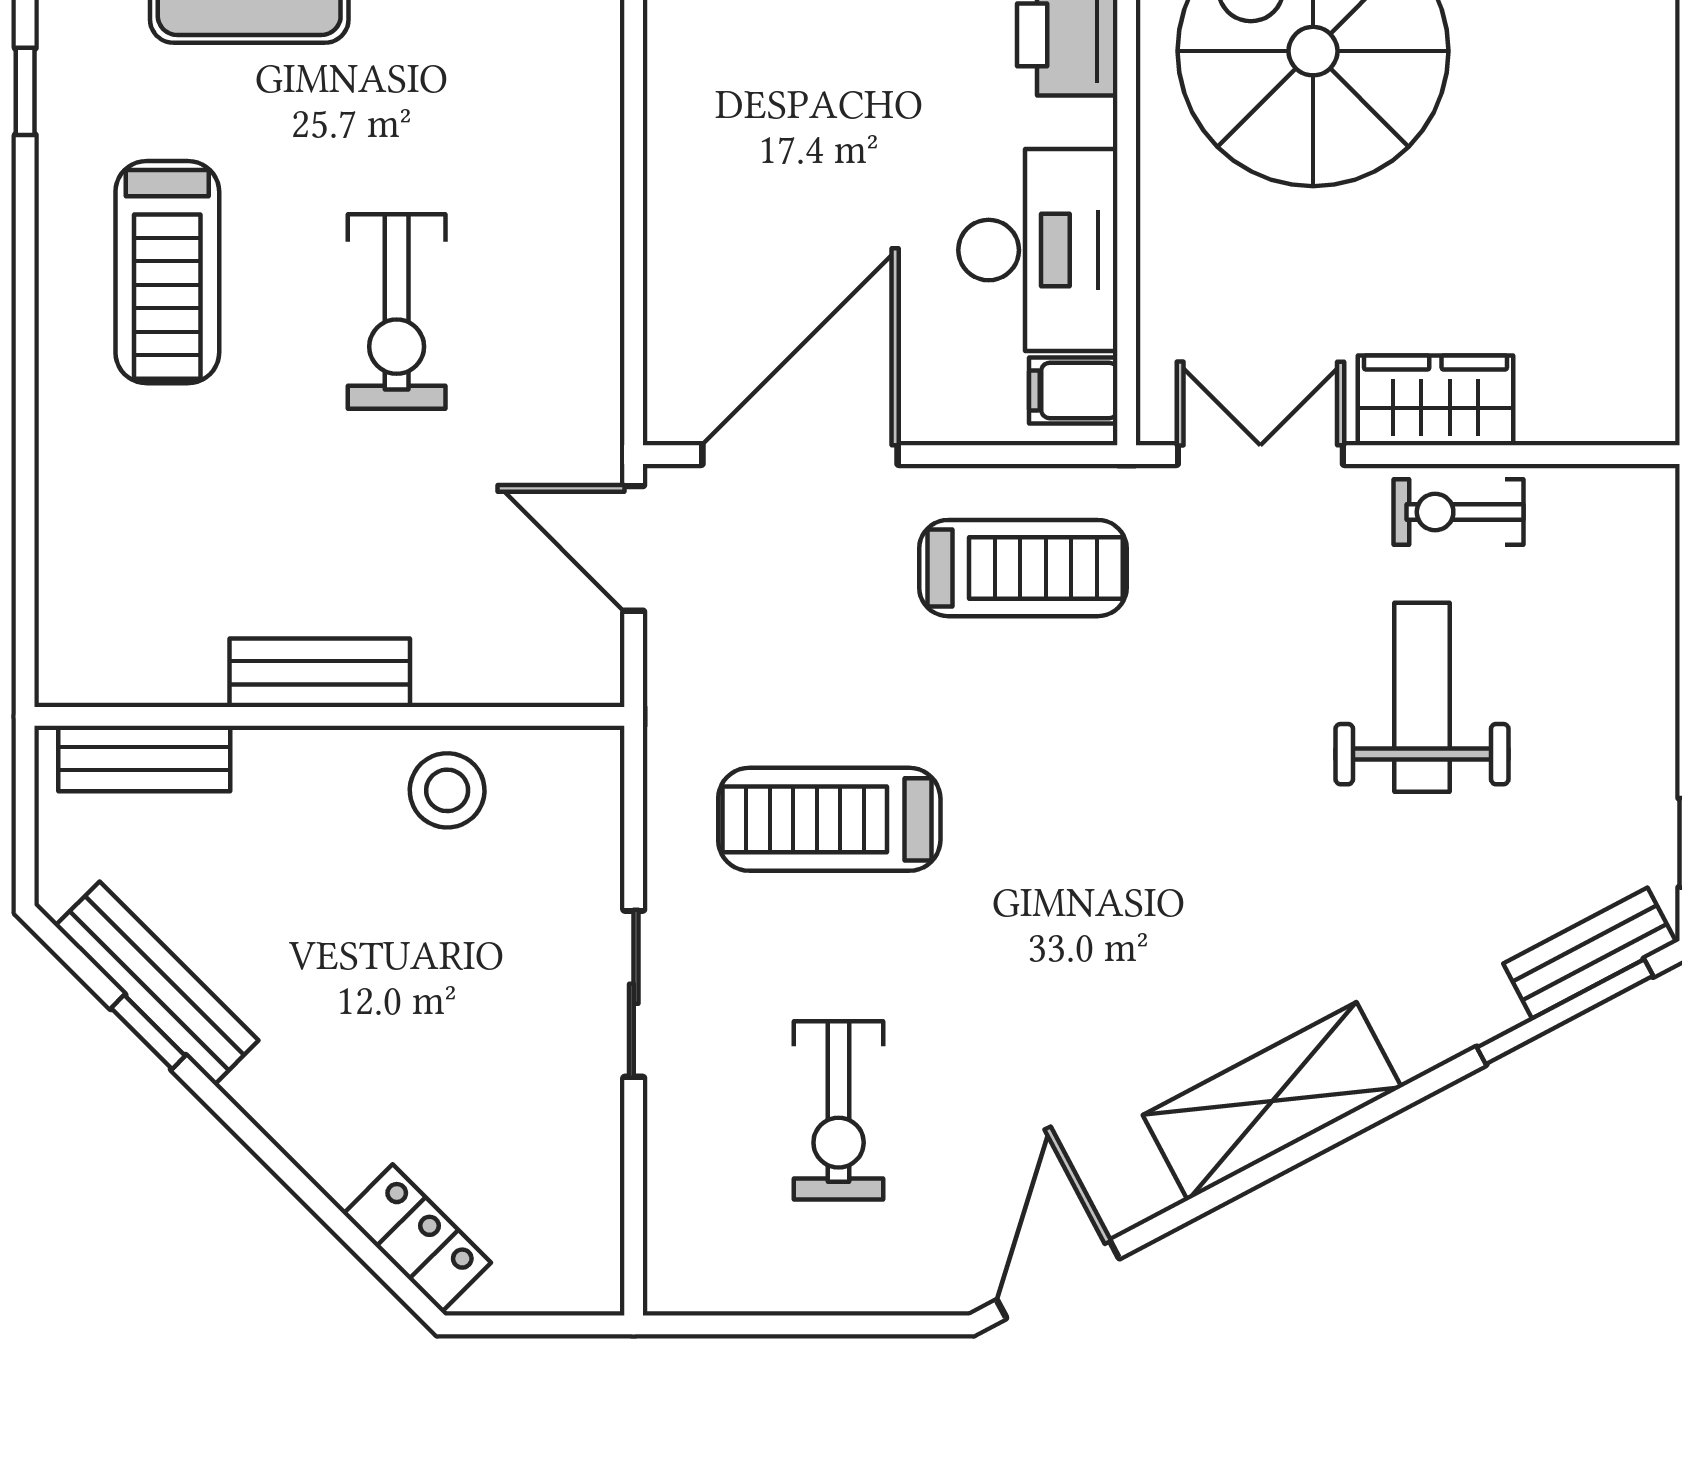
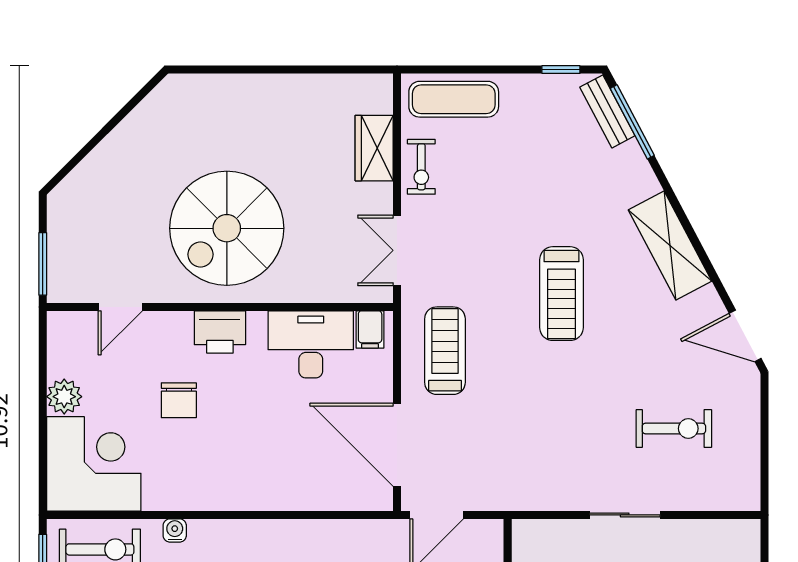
wardrobe: (1435, 400) -> (374, 148), moved
exercise mat: (1619, 589) -> (454, 99), added
weight bench: (1422, 697) -> (500, 182), removed
treadmill: (829, 819) -> (561, 294), moved

